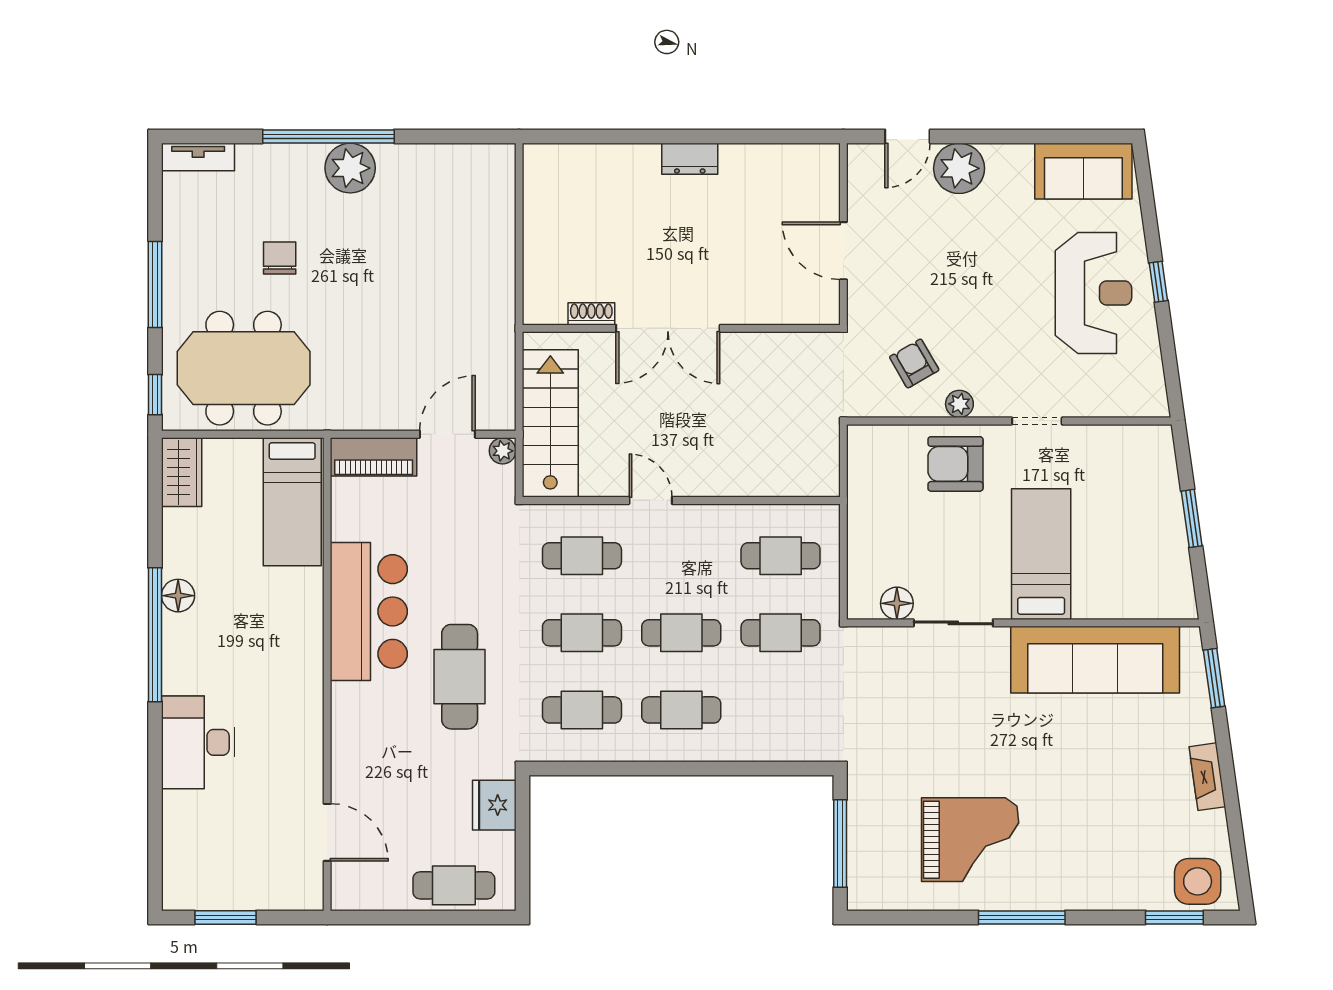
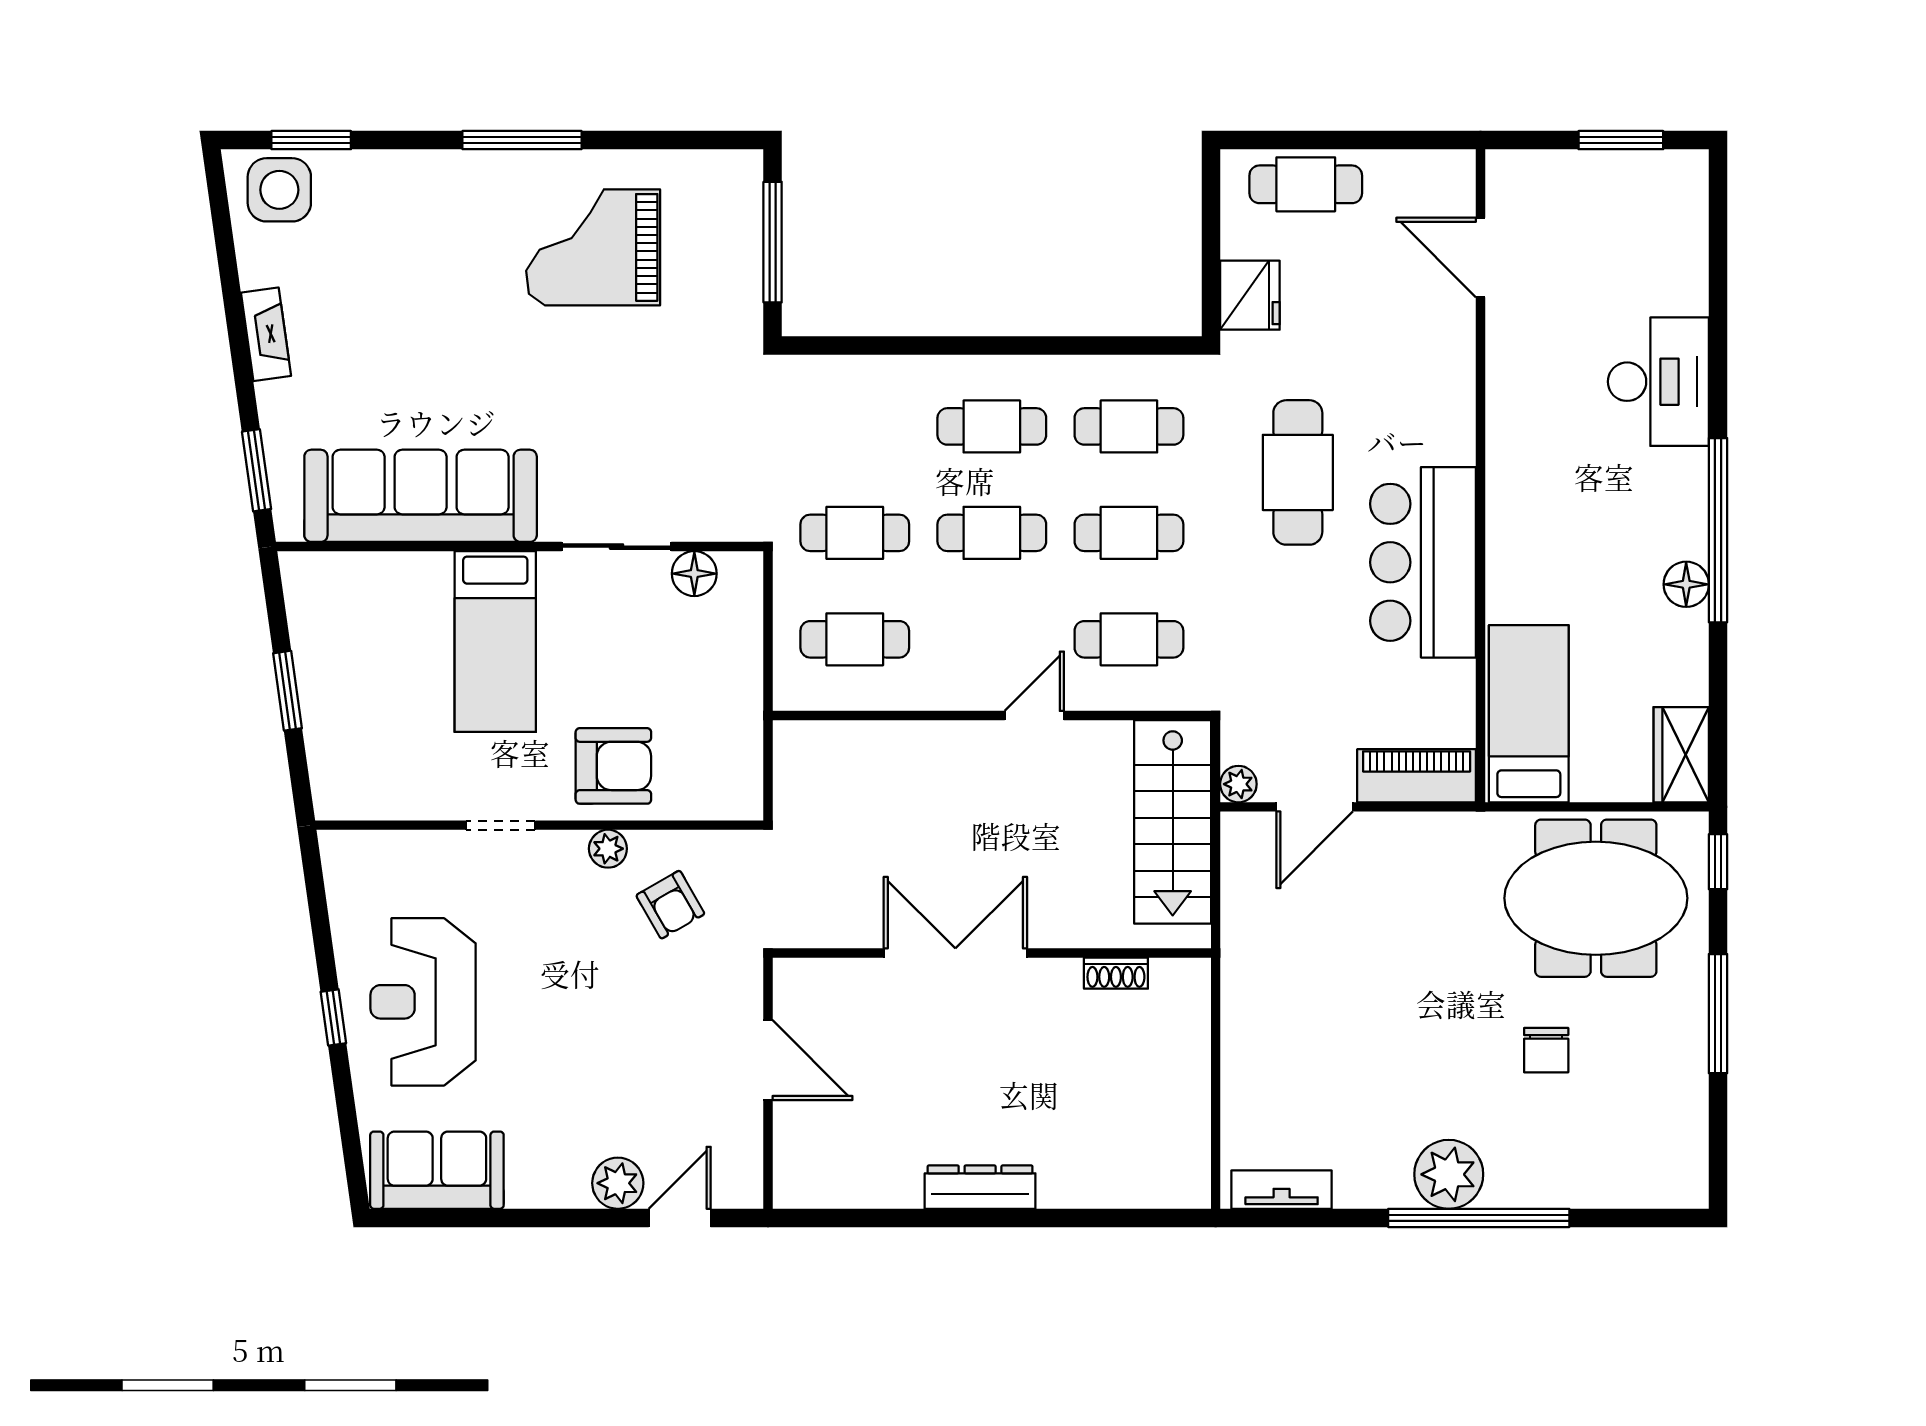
tv unit: (198, 157) -> (1282, 1190), moved
dresser: (690, 159) -> (980, 1187), width x1.44
plant: (959, 168) -> (618, 1183), width x0.73, depth x0.73
double door: (668, 328) -> (955, 953), moved
door: (651, 500) -> (1034, 716), swing flipped

